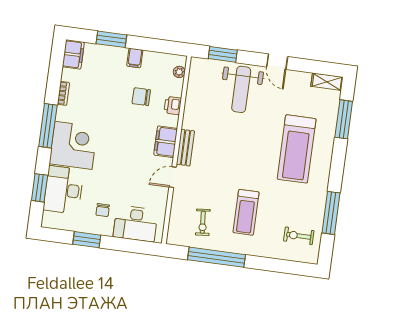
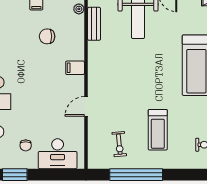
printer: (173, 106) -> (77, 41), removed
filing cabinet: (166, 142) -> (75, 68), width x0.50
bench: (185, 148) -> (94, 24), moved

